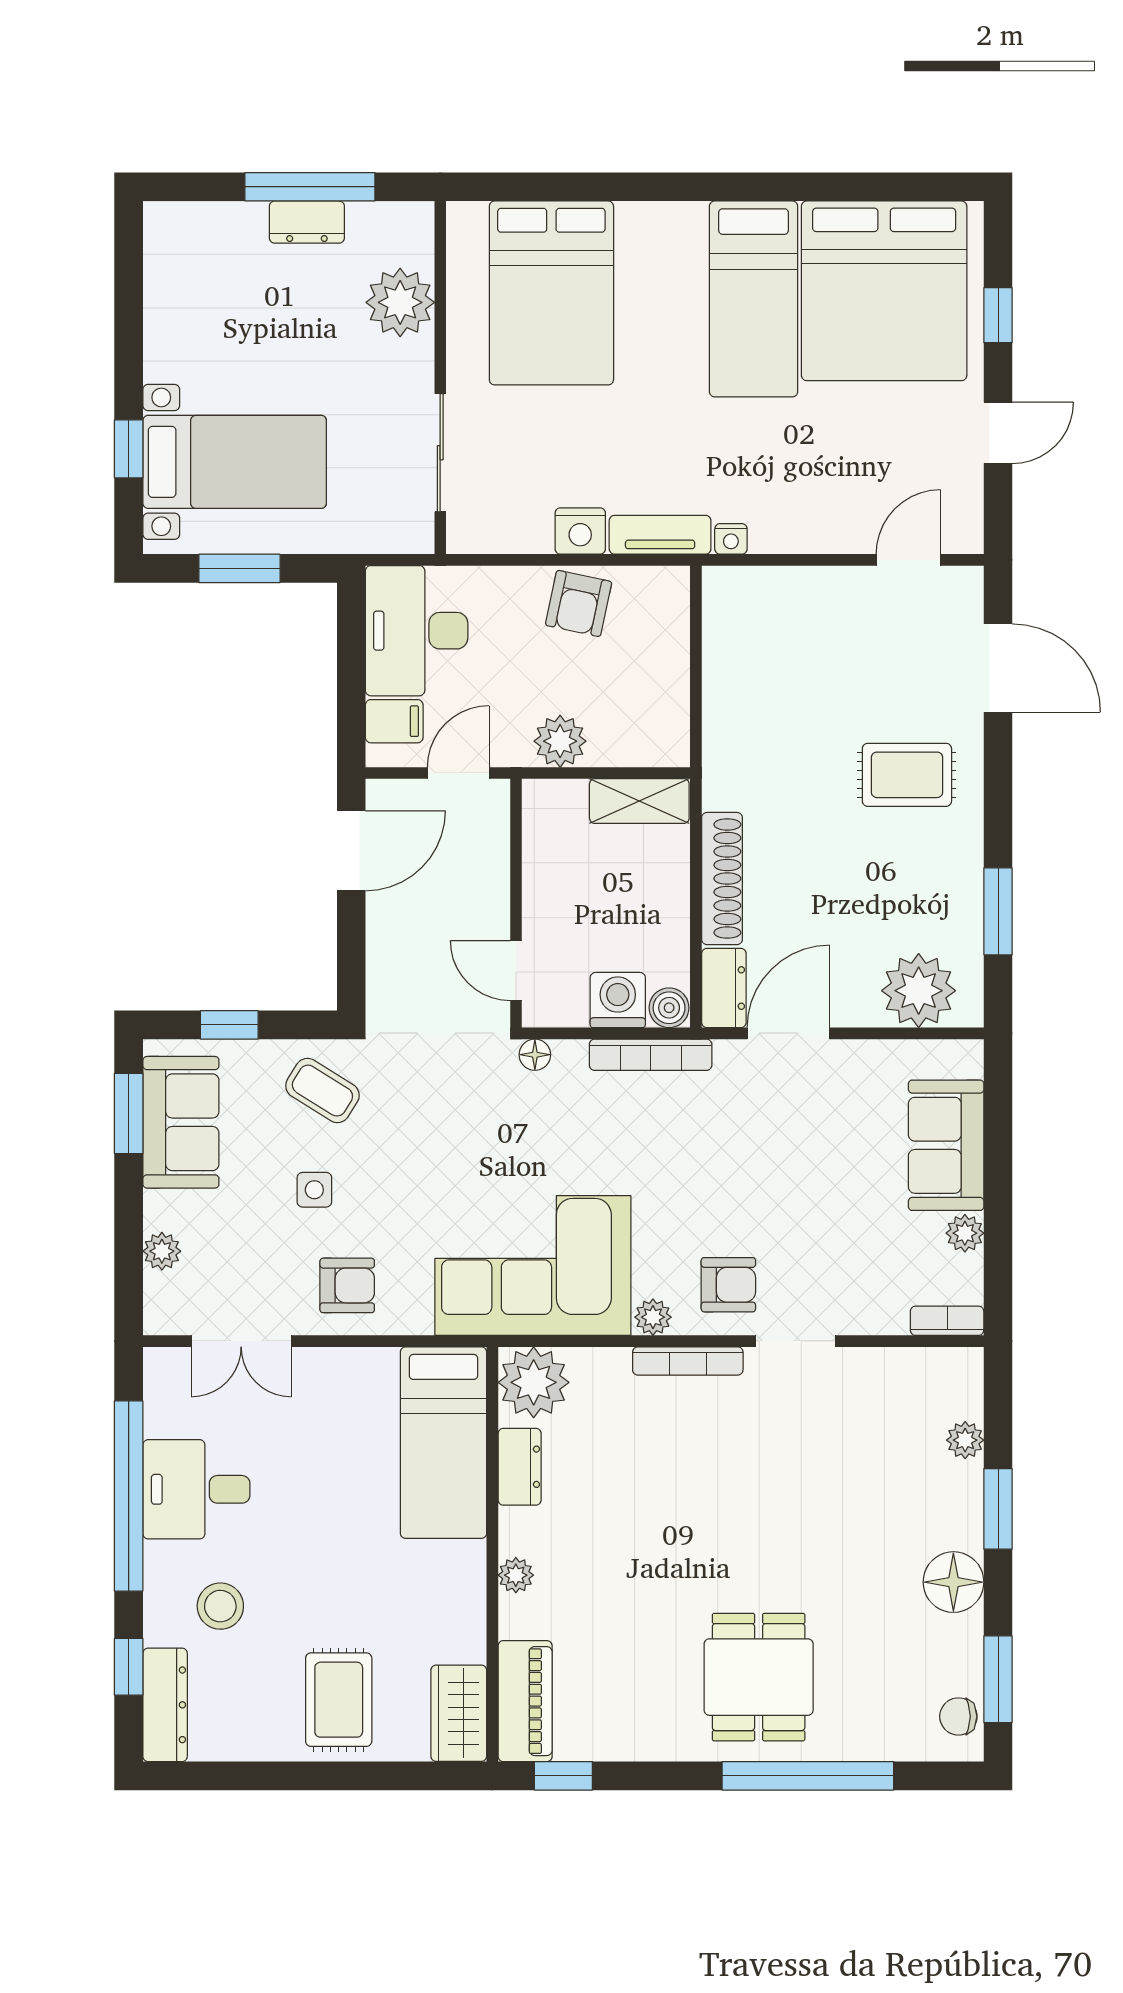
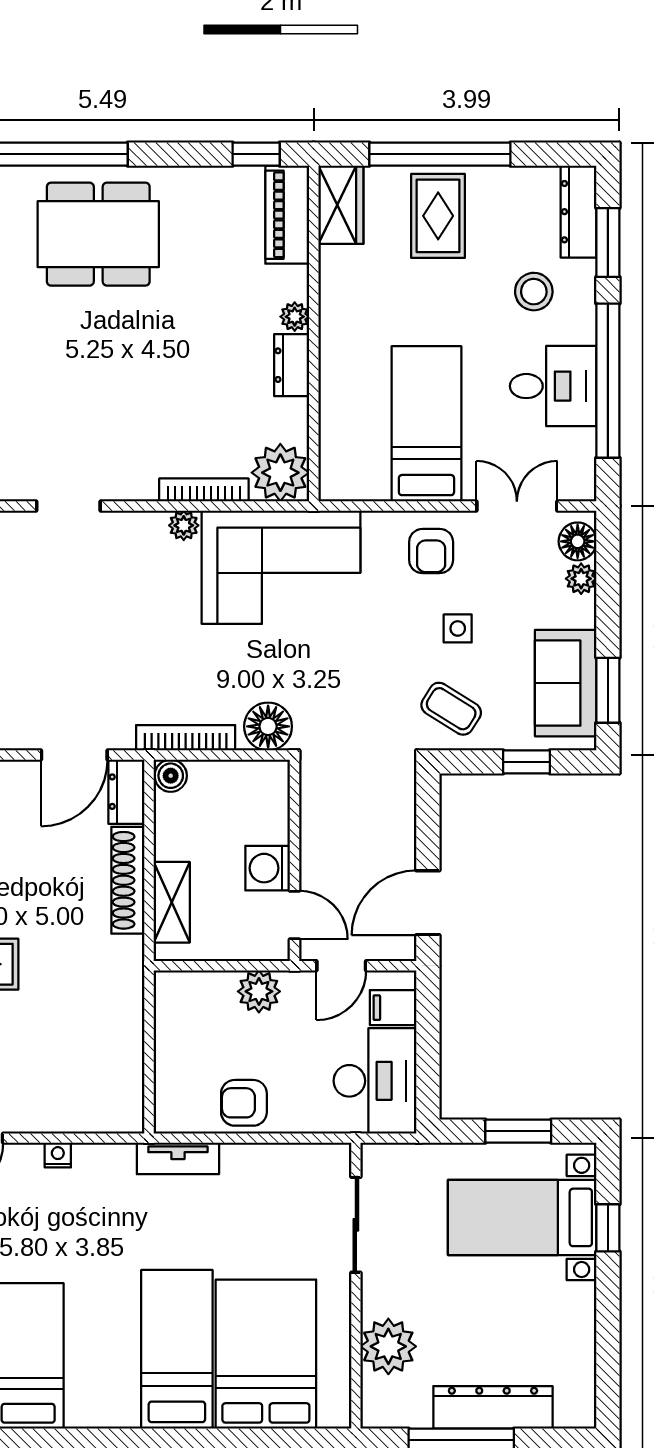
dresser: (307, 222) -> (493, 1407), width x1.96, depth x1.24
bed: (754, 299) -> (177, 1349), moved
nightstand: (580, 531) -> (243, 1161), removed
nightstand: (731, 539) -> (58, 1155), moved
armchair: (579, 603) -> (244, 1103), turned -102
shelving: (639, 801) -> (172, 902), moved, turned 90
door: (516, 971) -> (295, 915), moved
washing machine: (618, 1000) -> (268, 868), moved, turned 90
floor lamp: (535, 1055) -> (268, 726), width x1.89, depth x1.89
armchair: (347, 1285) -> (431, 551), turned -90
armchair: (728, 1285) -> (123, 552), removed
floor lamp: (166, 1297) -> (578, 541), added
bookcase: (688, 1361) -> (204, 490), moved
bed: (444, 1443) -> (426, 424), moved
dresser: (520, 1467) -> (292, 365), moved
window: (129, 1667) -> (608, 243), width x1.50
dining table: (759, 1677) -> (98, 234), width x1.38
window: (336, 1776) -> (440, 154), added

